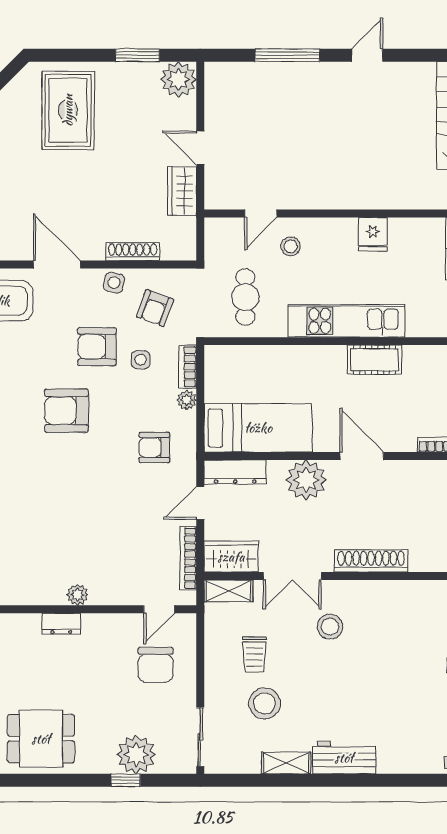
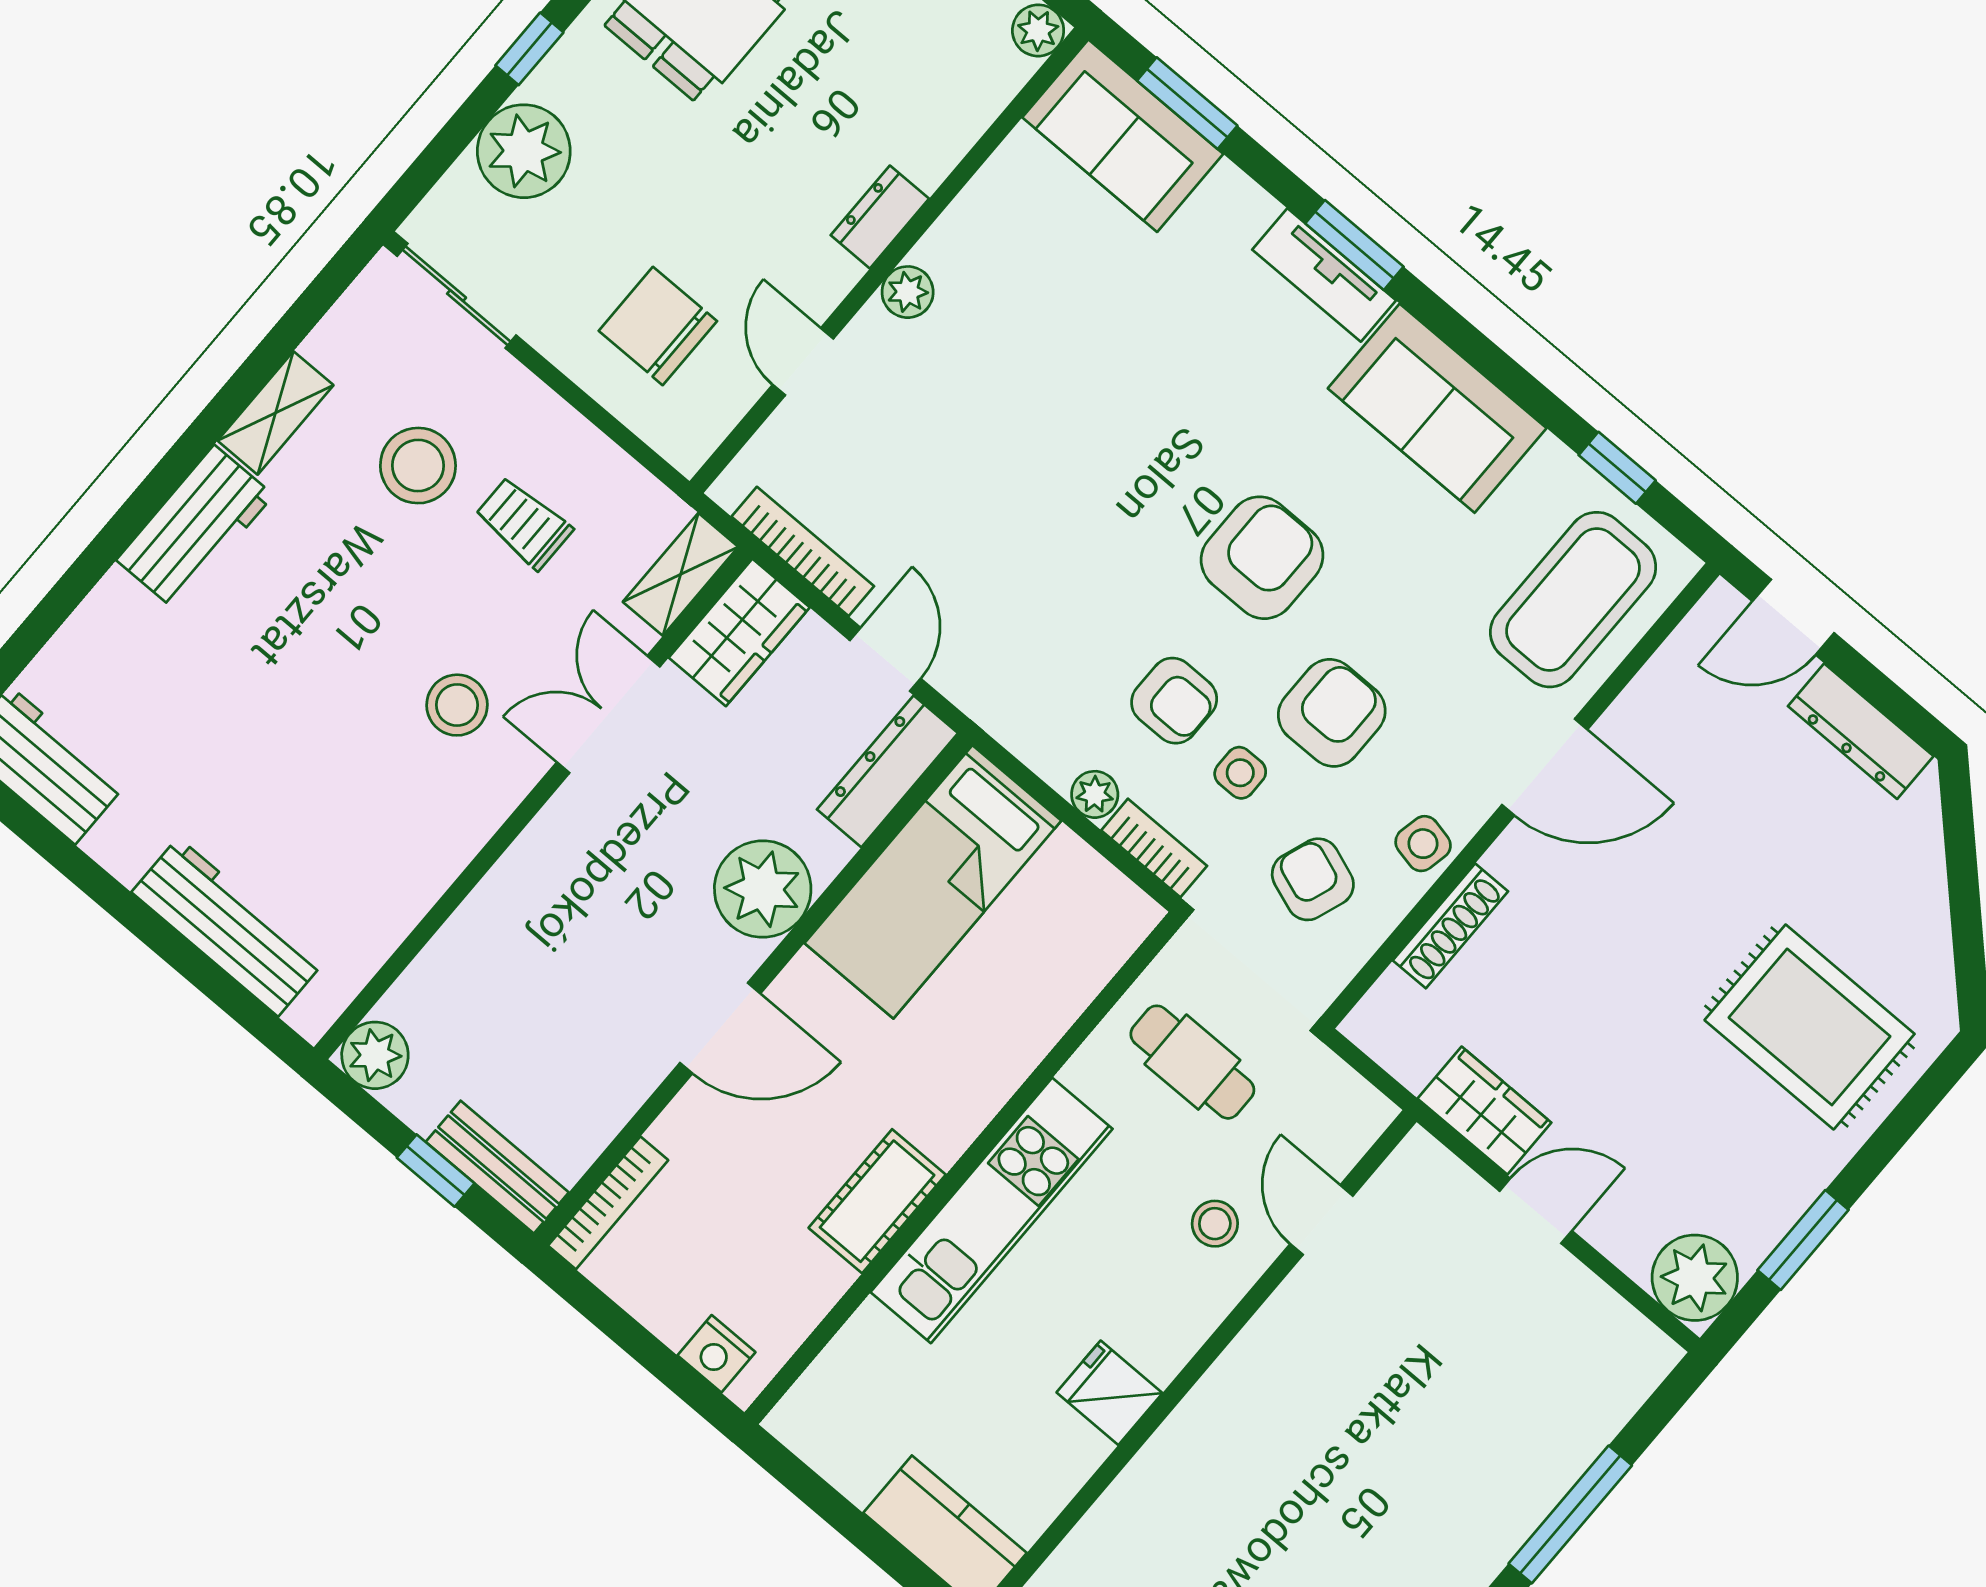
armchair: (154, 447) -> (1174, 701), moved, turned 90
shoe rack: (371, 561) -> (514, 882), removed
door: (159, 609) -> (803, 362), moved
window: (126, 780) -> (529, 49), moved

